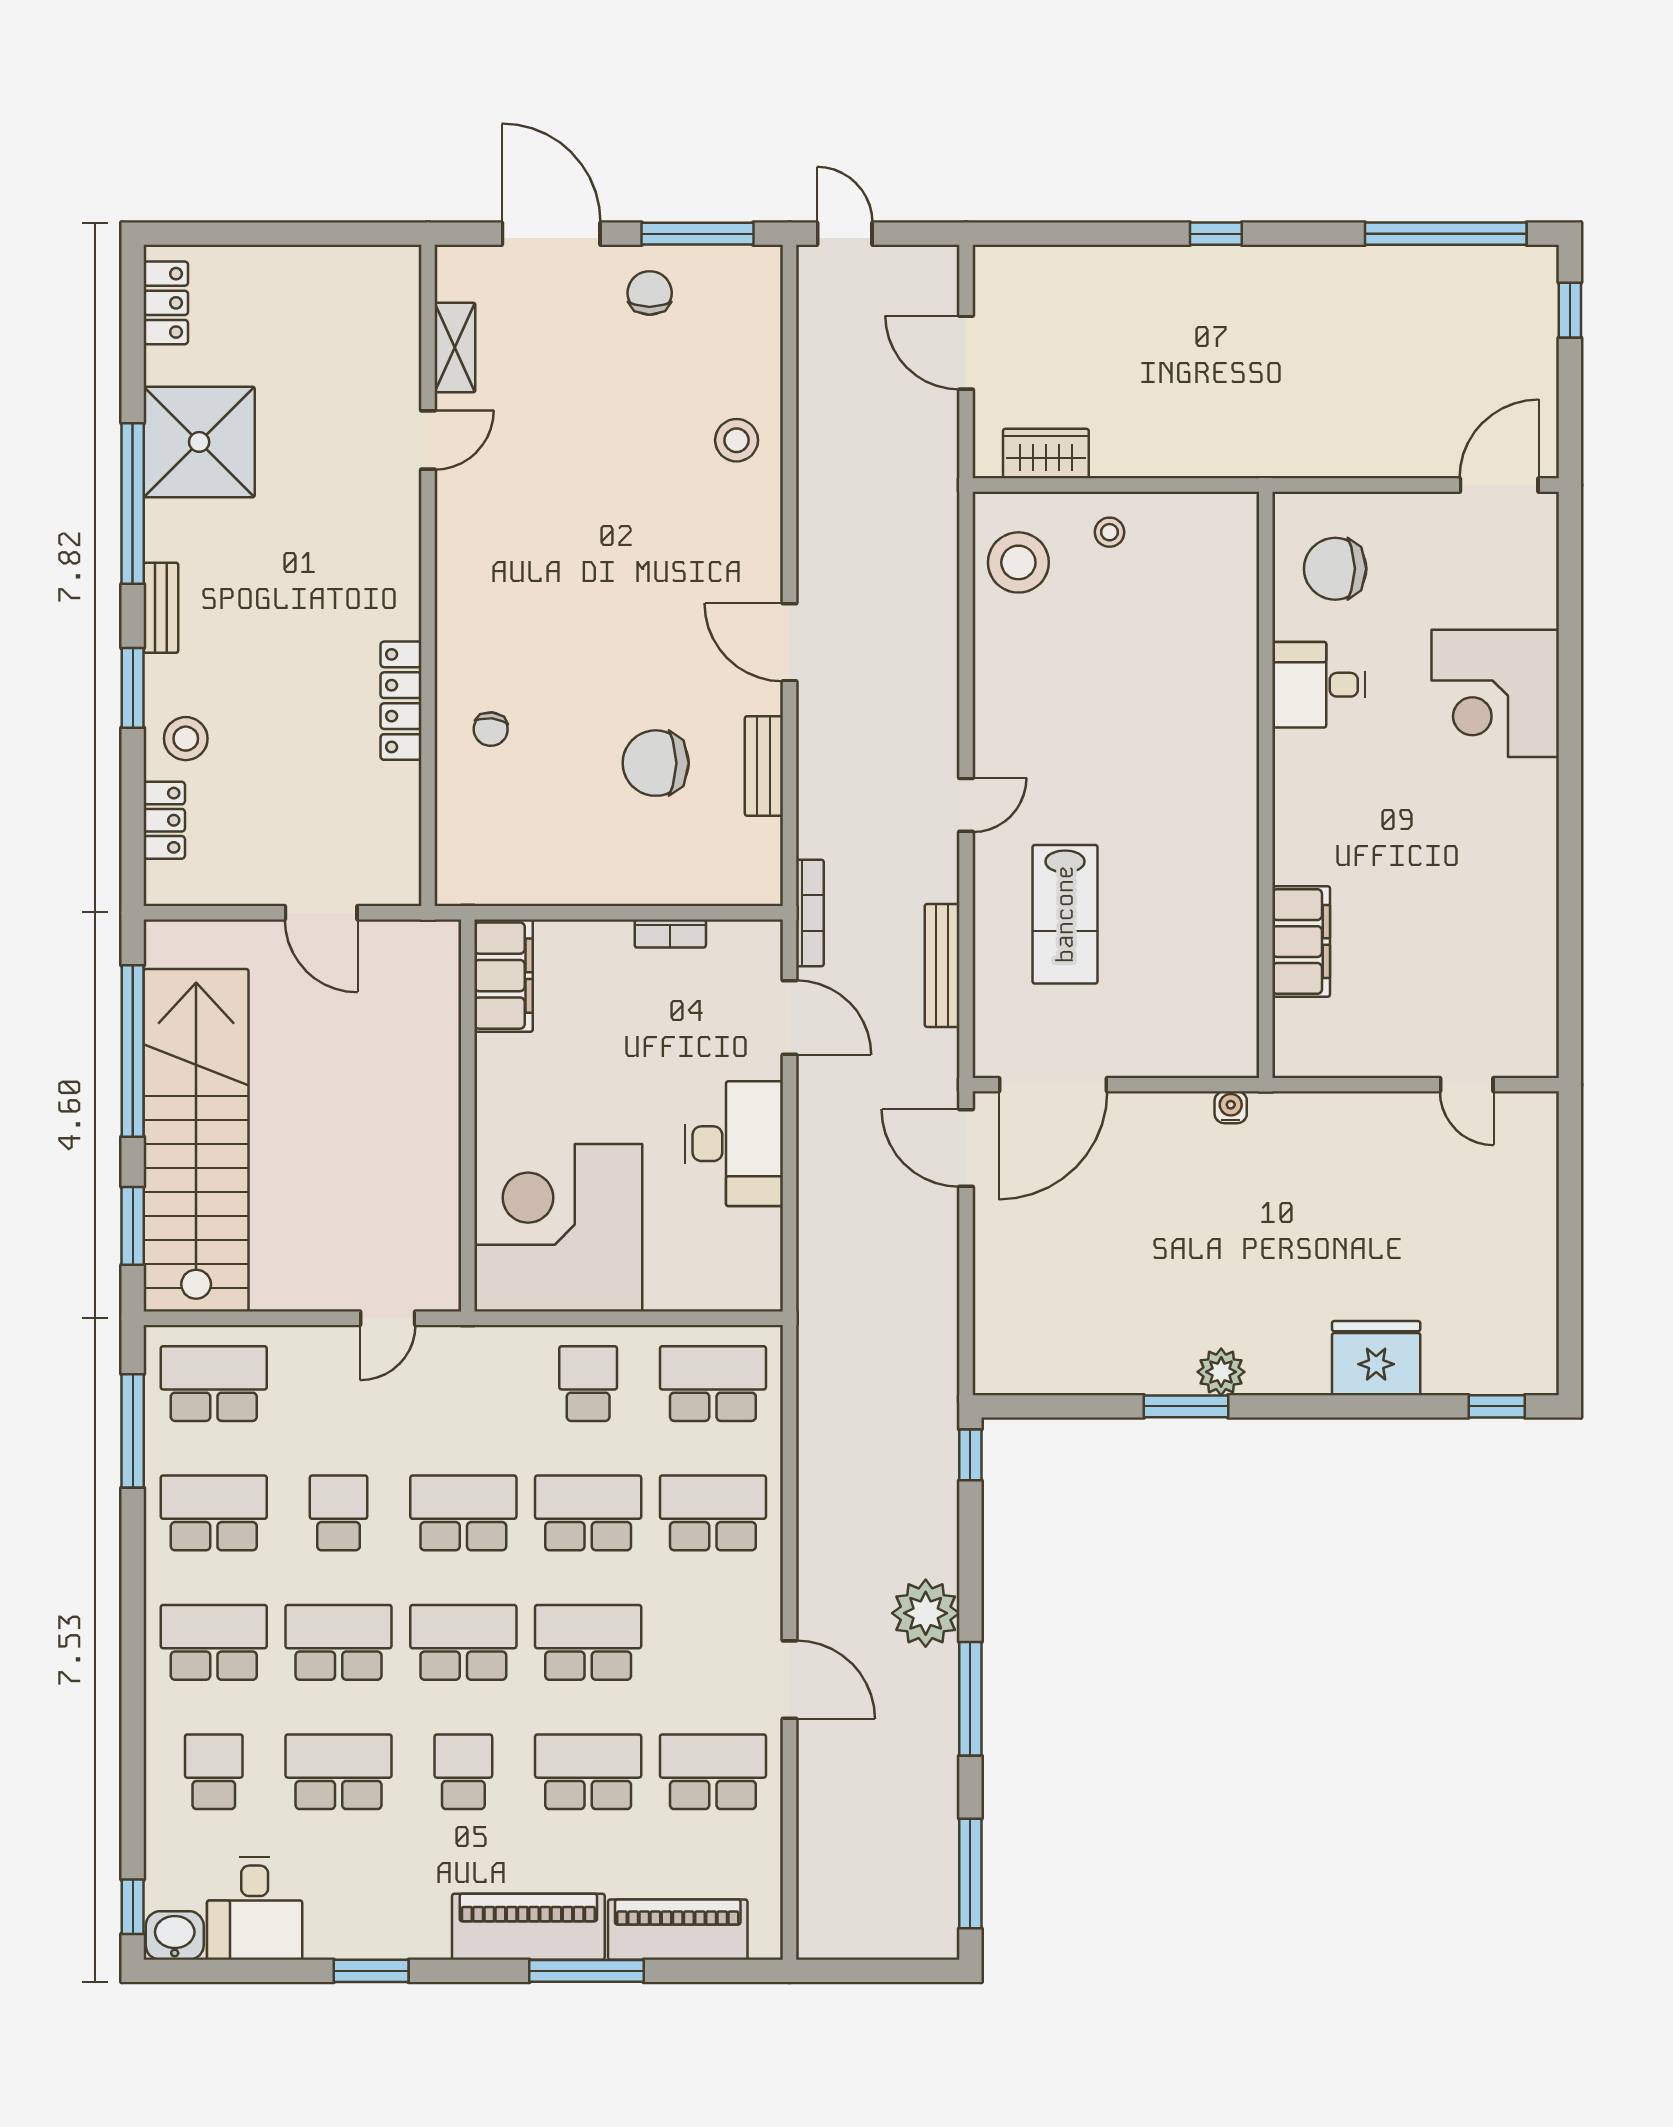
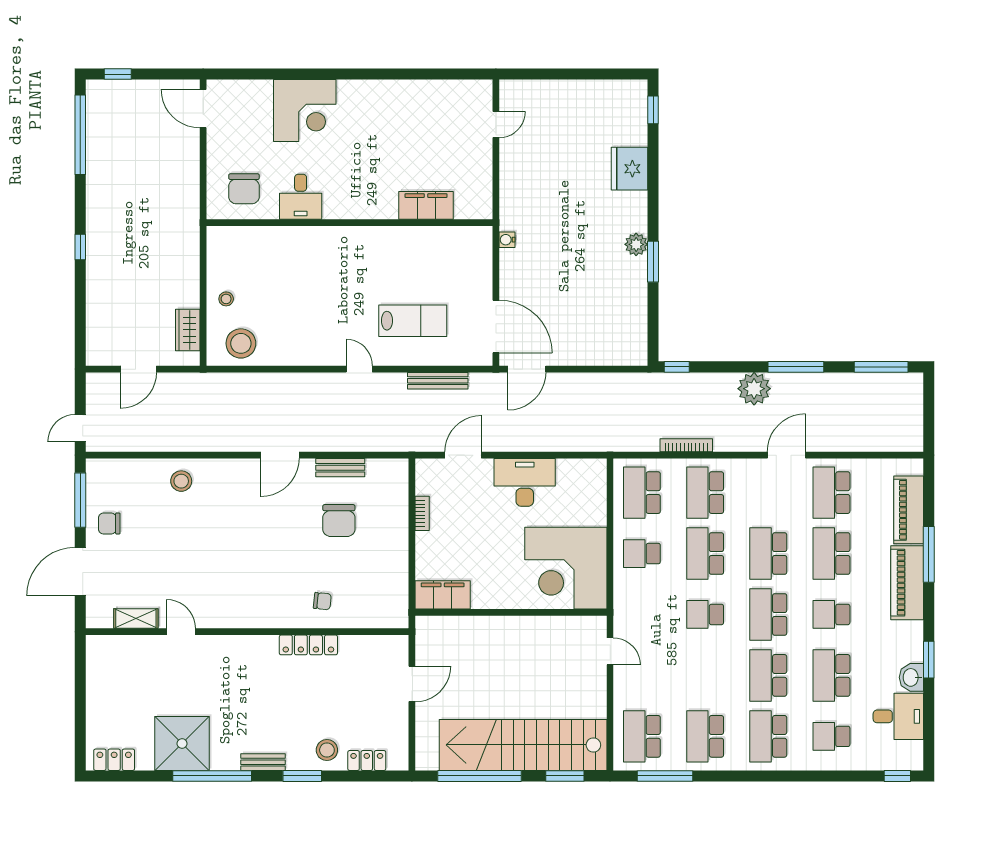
bookcase: (810, 913) -> (686, 445), moved
school desk: (339, 1513) -> (705, 675), removed
school desk: (463, 1513) -> (705, 614), width x0.54
washbasin: (175, 1935) -> (911, 677), moved

